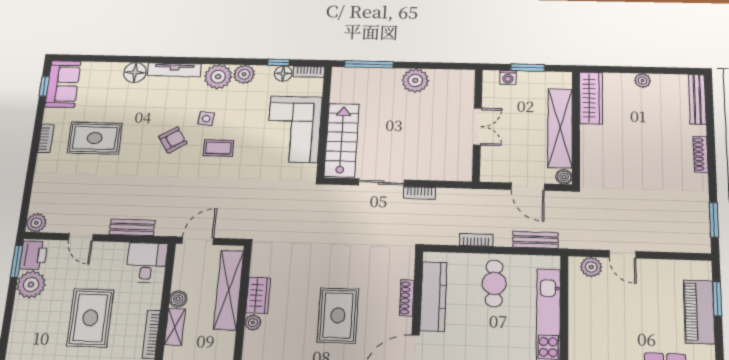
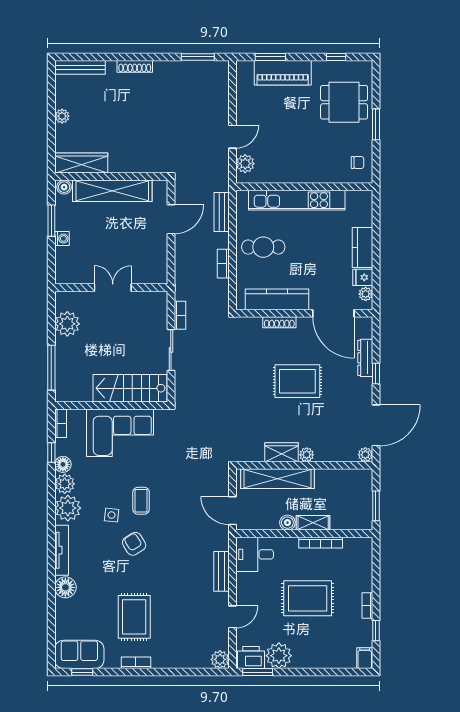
floor lamp: (283, 73) -> (63, 464), moved
wall: (477, 125) -> (111, 288), moved
double door: (477, 126) -> (113, 288), moved
boiler: (564, 177) -> (64, 187), moved

